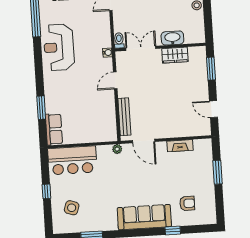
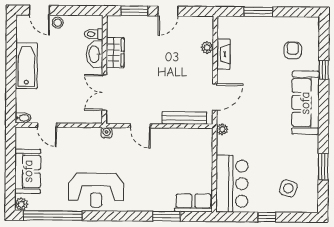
toilet: (119, 40) -> (94, 34), moved
door: (214, 109) -> (168, 11), moved
plant: (185, 132) -> (207, 47), added

